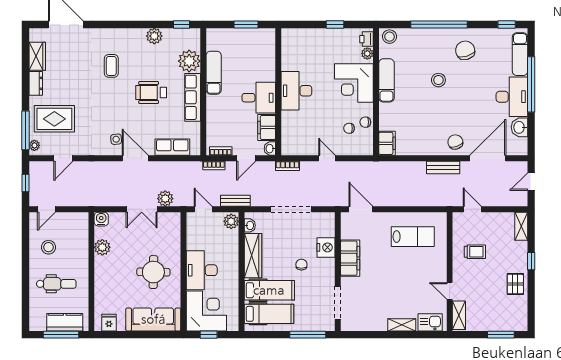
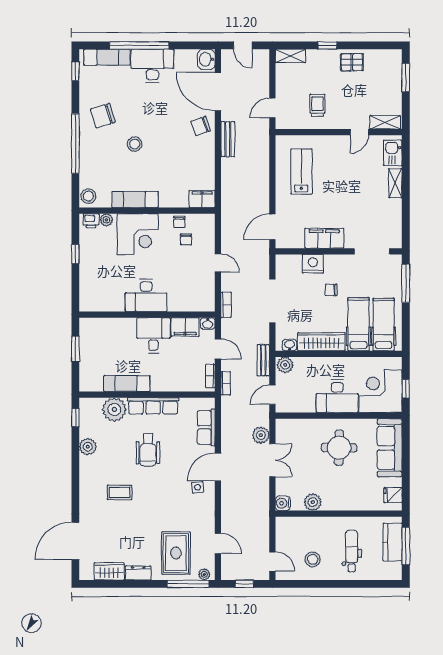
washbasin: (519, 127) -> (206, 59), moved, turned 90
door: (327, 158) -> (218, 263), swing flipped

